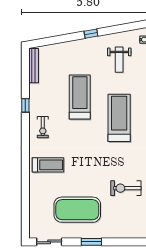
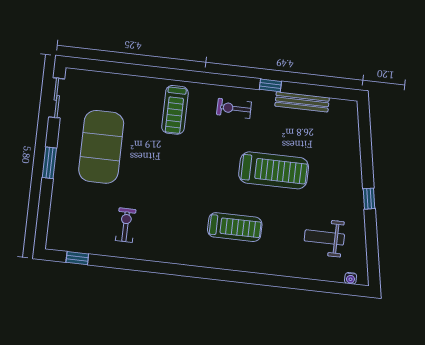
bench: (34, 66) -> (302, 102), moved
treadmill: (119, 118) -> (235, 227), width x0.73, depth x0.73
exercise bike: (126, 188) -> (126, 225), width x0.73, depth x0.72

